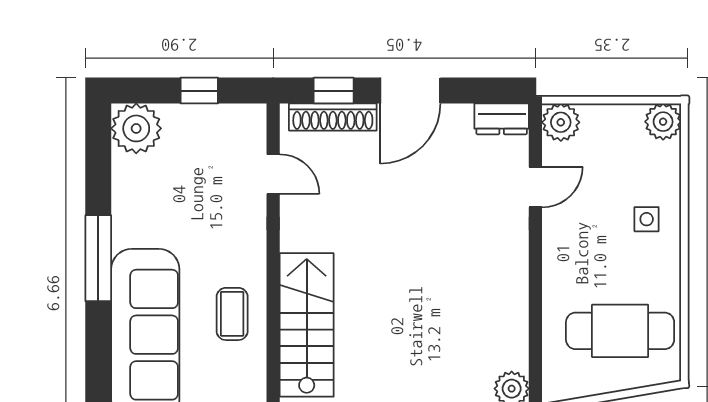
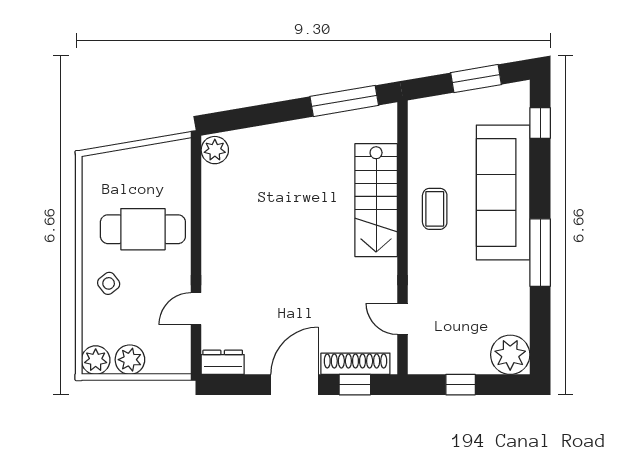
plant: (561, 122) -> (130, 360), moved
side table: (647, 219) -> (109, 283), turned -37
cafe table: (620, 331) -> (143, 229), moved

